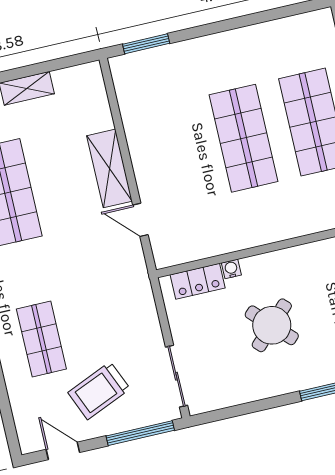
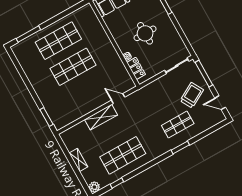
door: (140, 220) -> (118, 99), swing flipped
round table: (272, 325) -> (145, 33), turned 45
trolley: (99, 391) -> (192, 95), turned -96
door: (63, 451) -> (220, 103), hinge flipped

